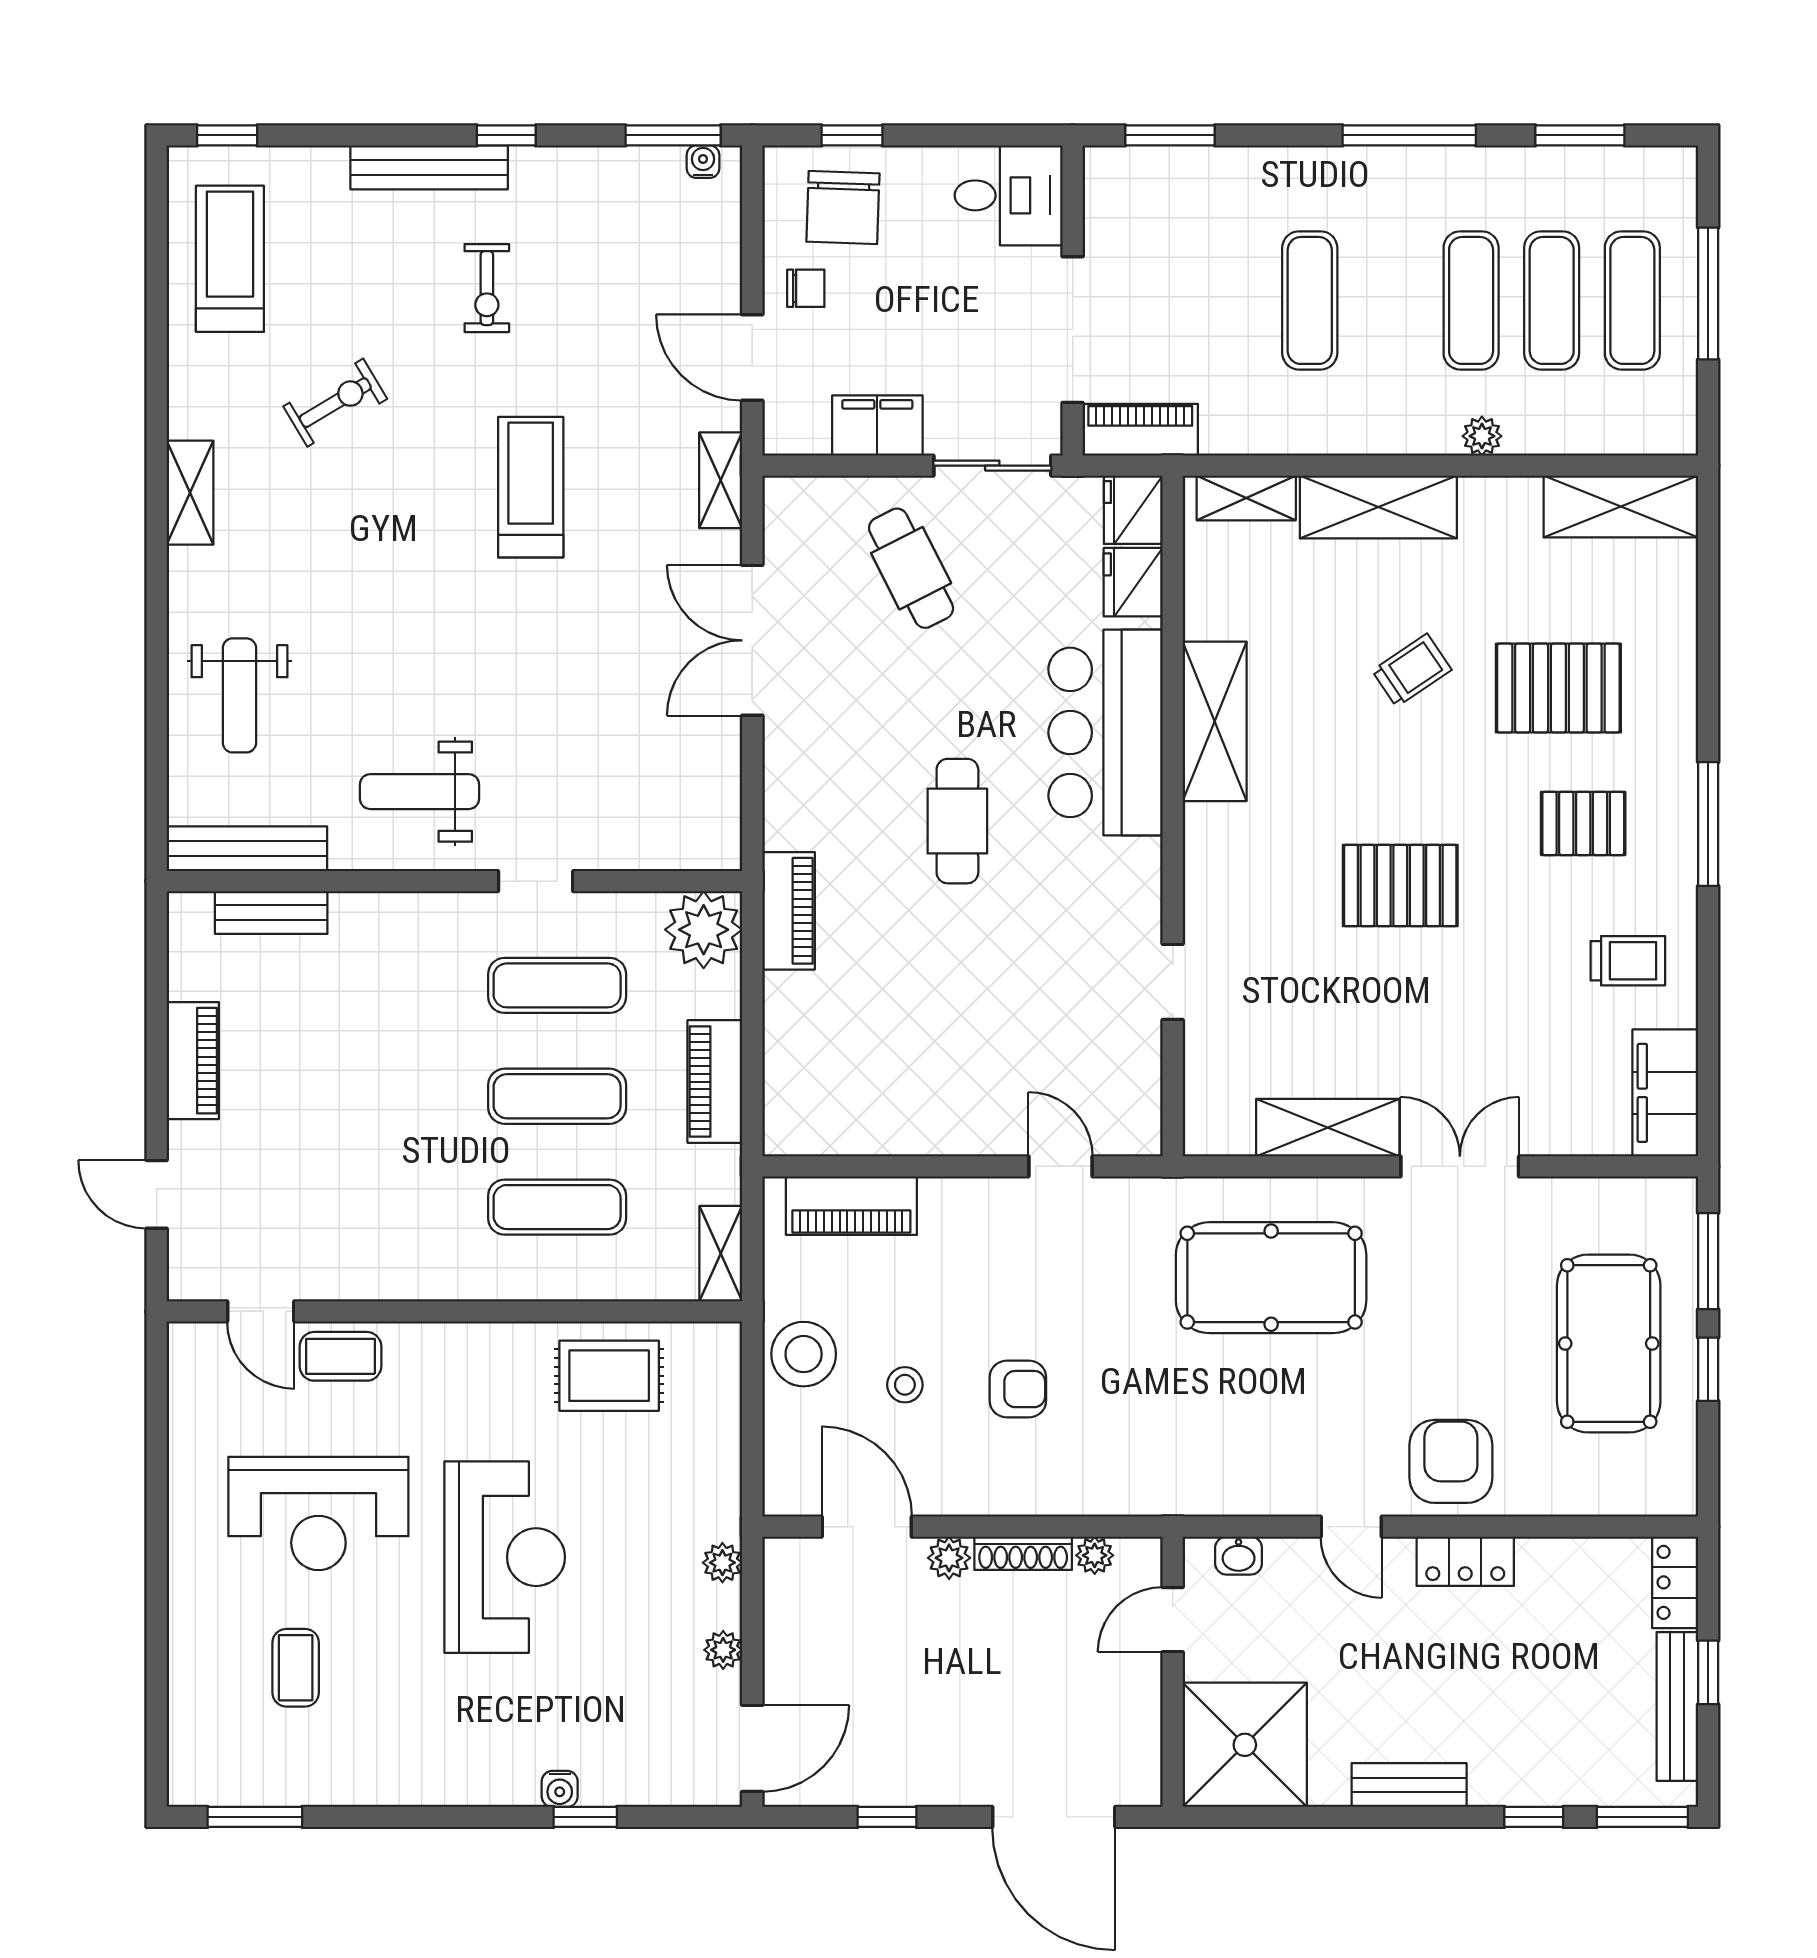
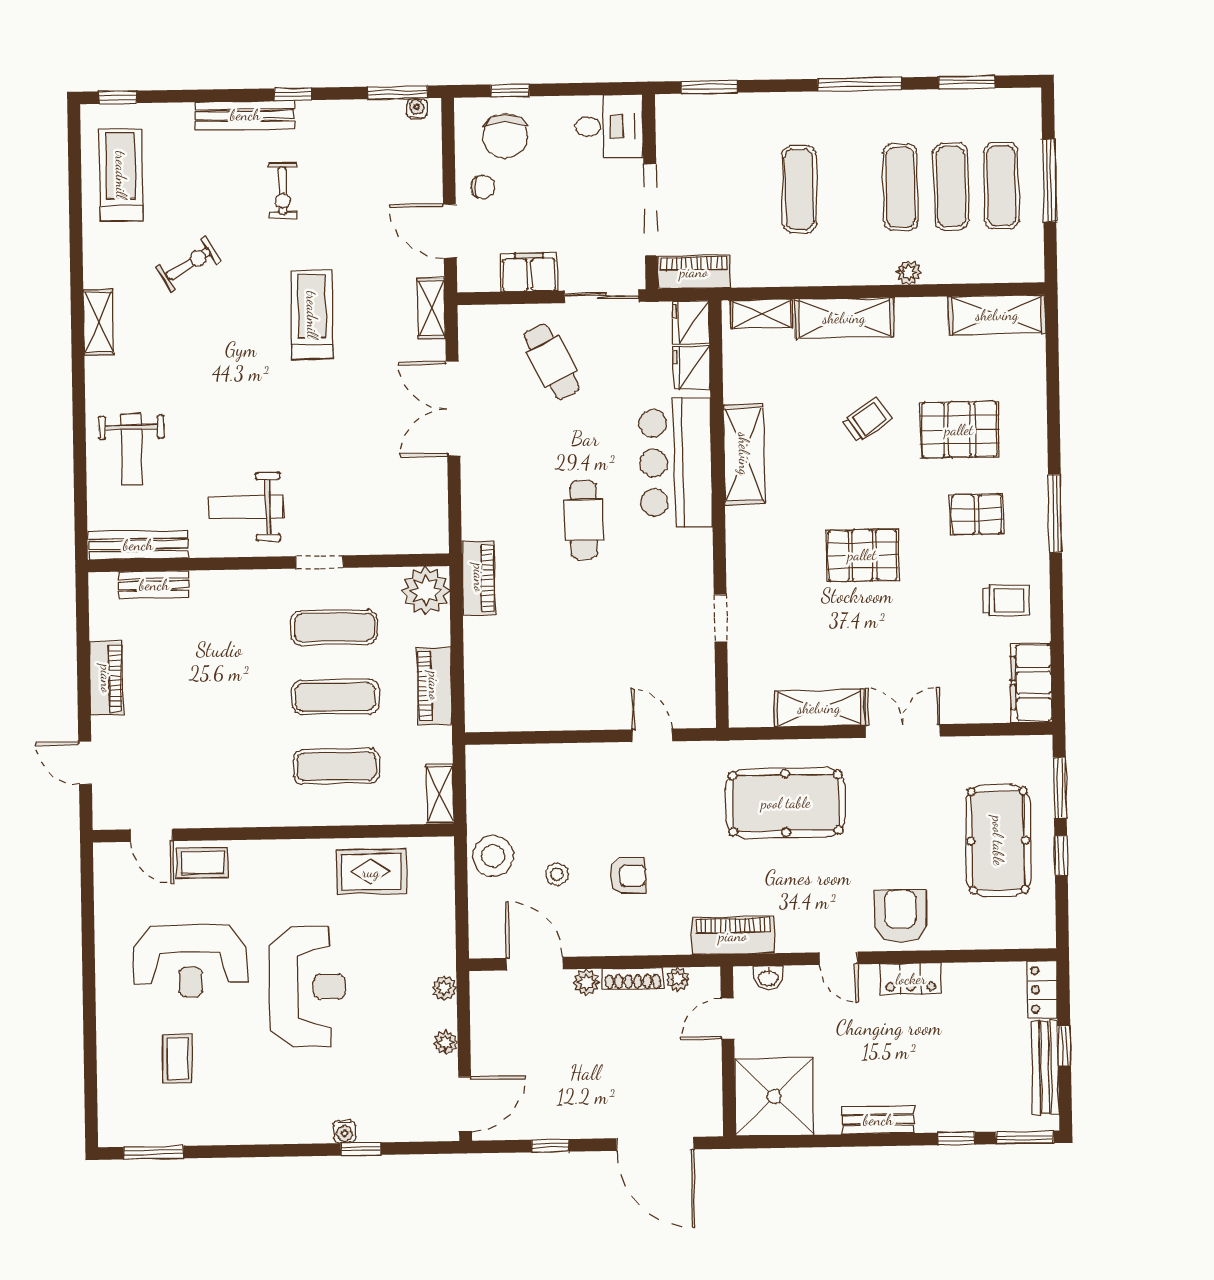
piano: (851, 1206) -> (733, 936), moved, turned 180

